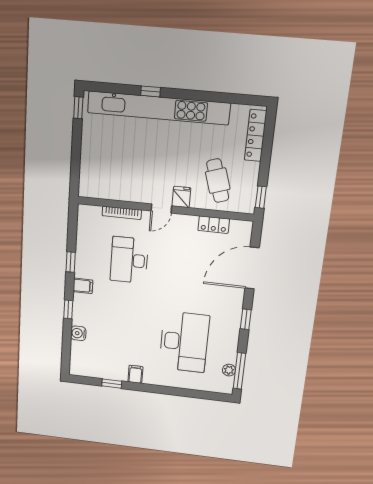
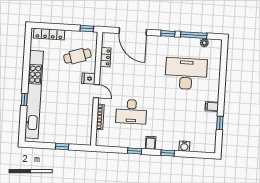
window: (78, 108) -> (62, 147), moved
window: (239, 371) -> (194, 35), moved

